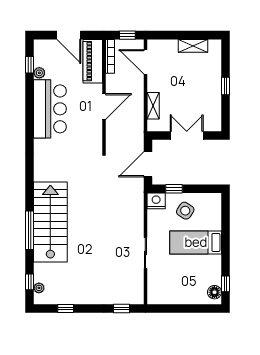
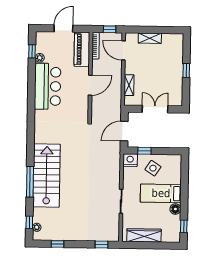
door: (69, 35) -> (63, 28), swing flipped
shelving: (193, 46) -> (150, 38), moved
floor lamp: (214, 292) -> (175, 209), moved
wardrobe: (175, 296) -> (144, 235), added

